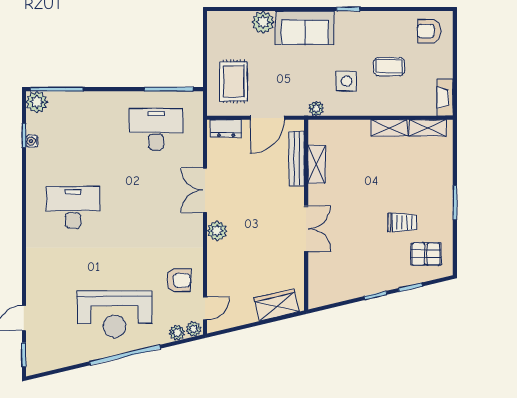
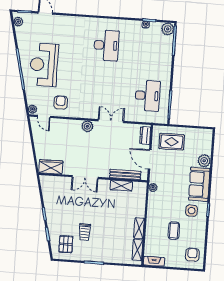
side table: (347, 81) -> (192, 211), moved
armchair: (179, 280) -> (61, 102), turned 180
wardrobe: (277, 305) -> (51, 167), moved, turned -77
plant: (177, 333) -> (18, 22), moved

